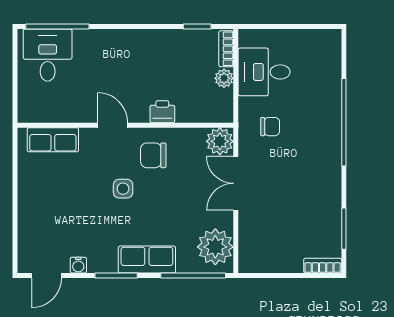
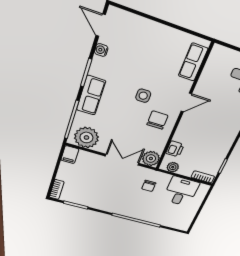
plant: (224, 78) -> (173, 167), moved
printer: (162, 112) -> (175, 149), moved
filing cabinet: (252, 263) -> (70, 155), added

